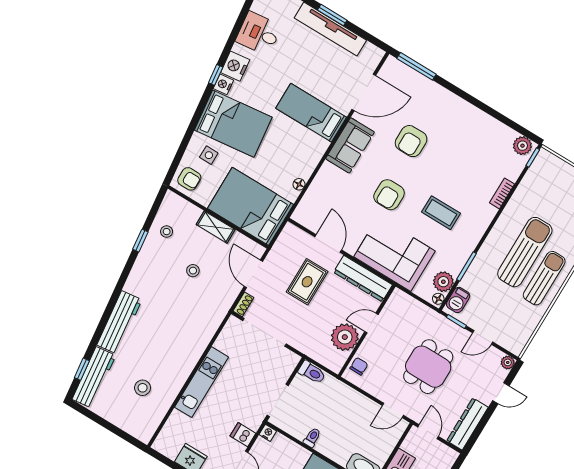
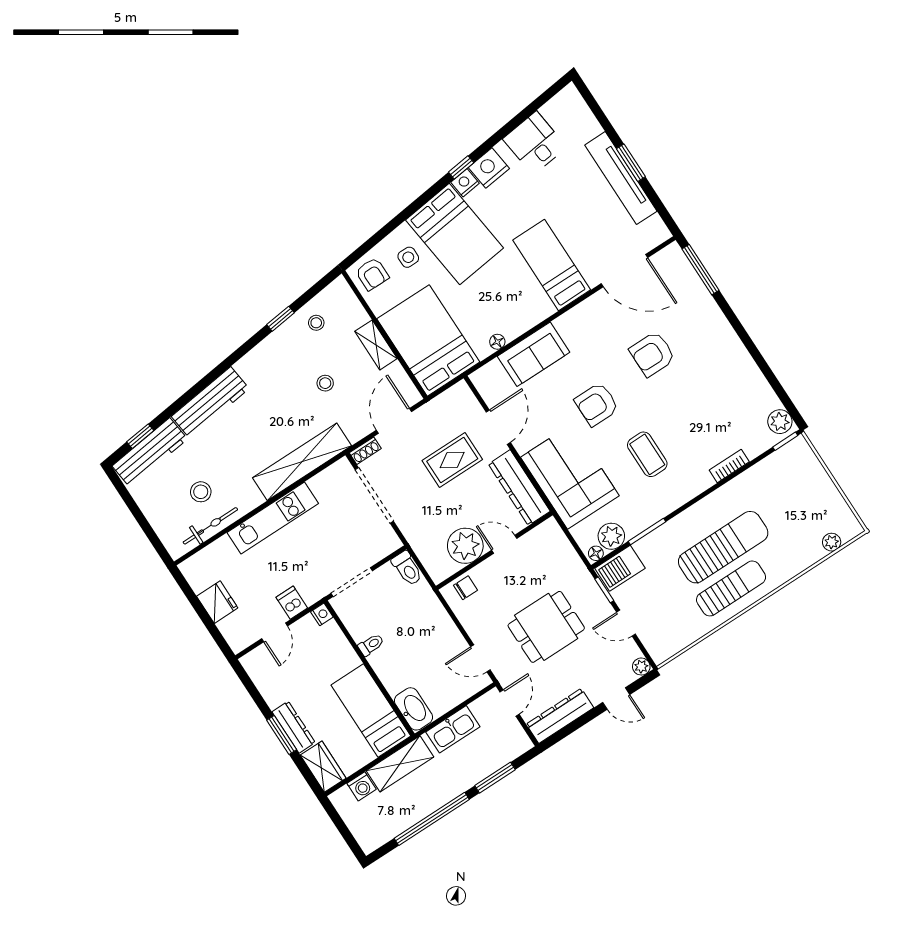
sofa: (350, 145) -> (534, 354), moved
barbecue: (458, 300) -> (620, 568), width x1.38, depth x1.27
shelving: (203, 333) -> (302, 462), added
bicycle: (161, 408) -> (210, 526), added

